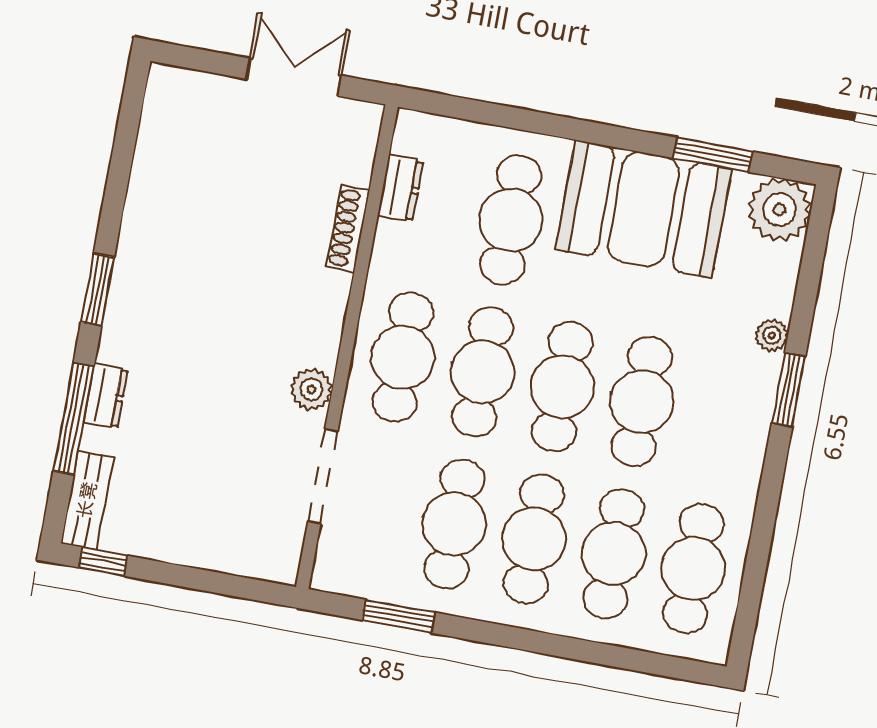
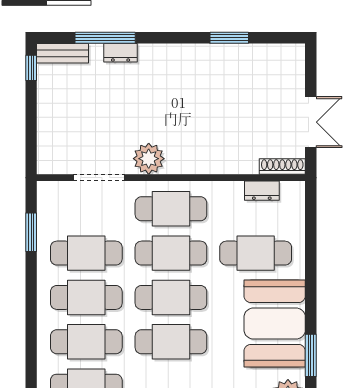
shoe rack: (348, 228) -> (282, 166), moved
window: (98, 290) -> (229, 38), moved
plant: (311, 389) -> (149, 159), width x1.36, depth x1.36

